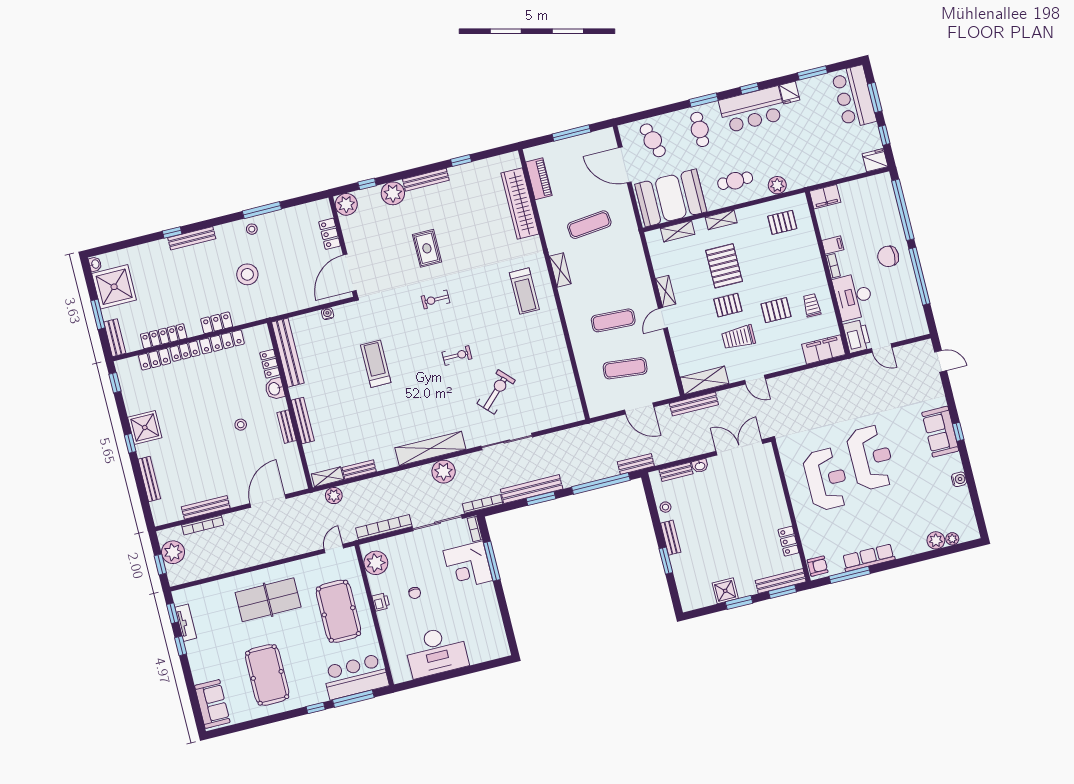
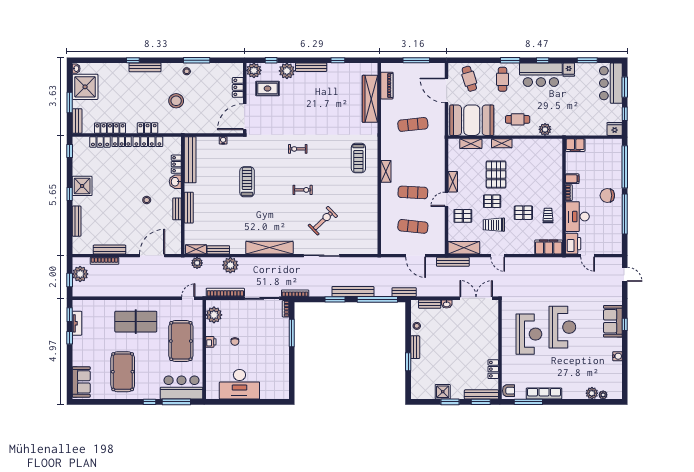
pallet: (782, 222) -> (463, 216), moved
rug: (427, 248) -> (268, 89), moved, turned 90
shelving: (560, 270) -> (386, 171), moved
plant: (444, 472) -> (230, 265), moved
bench: (532, 489) -> (353, 292), moved
corner desk: (468, 566) -> (275, 332), removed

